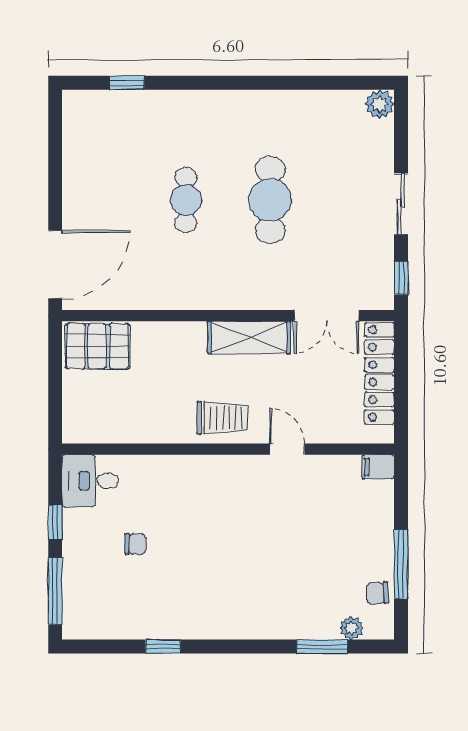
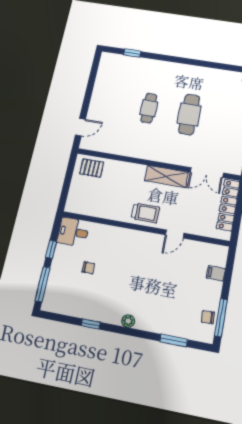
door: (55, 264) -> (80, 127), width x0.53
pallet: (97, 346) -> (92, 168), width x0.67, depth x0.71
door: (287, 449) -> (175, 234), swing flipped
filing cabinet: (378, 467) -> (216, 273), moved
window: (401, 564) -> (221, 318), moved
plant: (351, 628) -> (128, 321), moved

